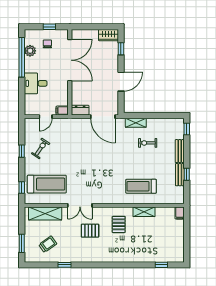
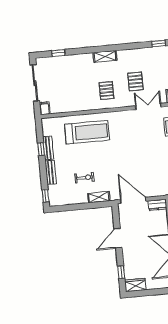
treadmill: (141, 186) -> (87, 132), width x1.37, depth x1.38
shelving: (144, 212) -> (105, 56), moved
pallet: (90, 231) -> (135, 81), turned 90
sliding door: (187, 238) -> (35, 83), added

